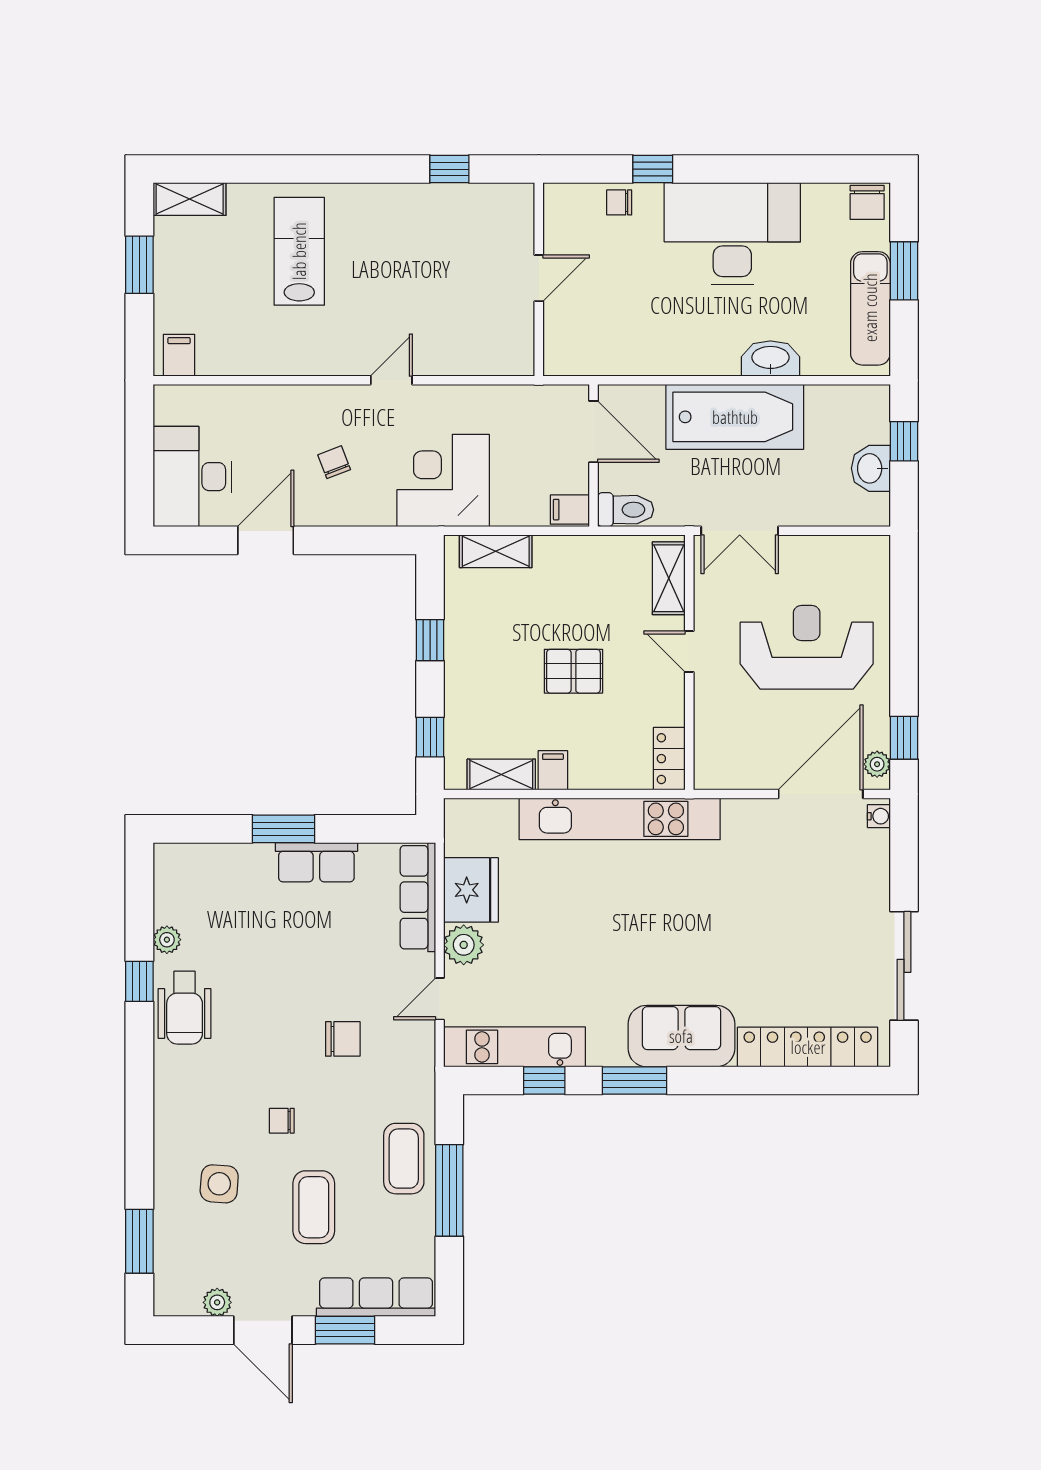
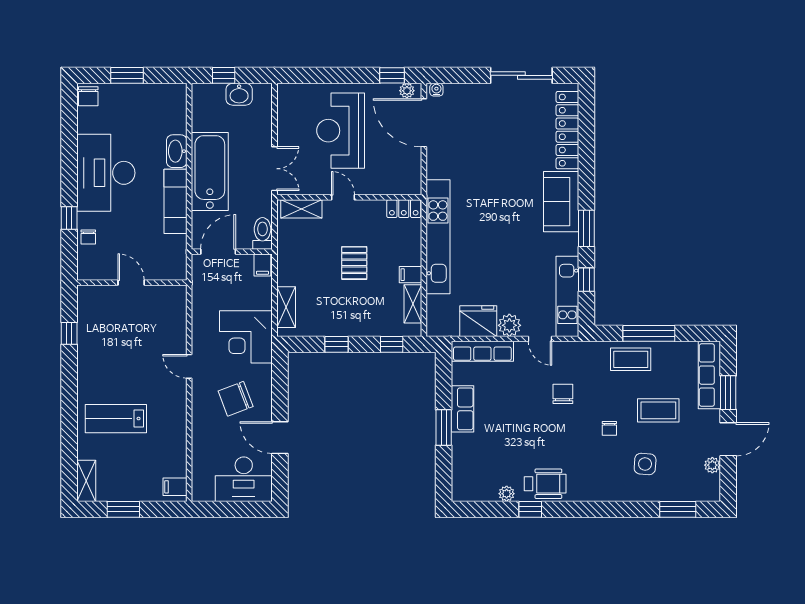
chair: (867, 202) -> (88, 96), turned 90
exam couch: (870, 308) -> (175, 201), moved, turned 90
chair: (334, 462) -> (236, 399), width x1.87, depth x1.87
door: (689, 652) -> (343, 197), swing flipped

